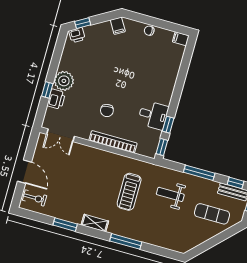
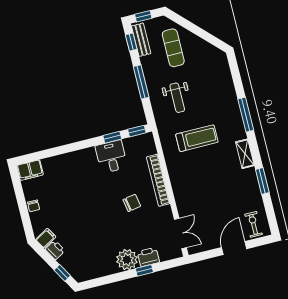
printer: (77, 35) -> (55, 250), moved
filing cabinet: (181, 39) -> (30, 170), width x2.00

